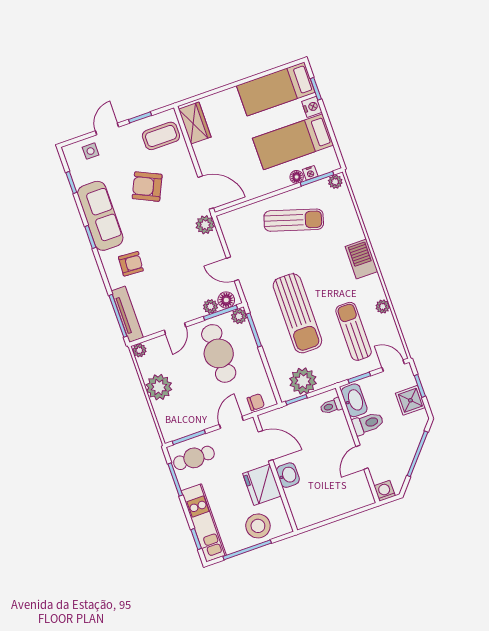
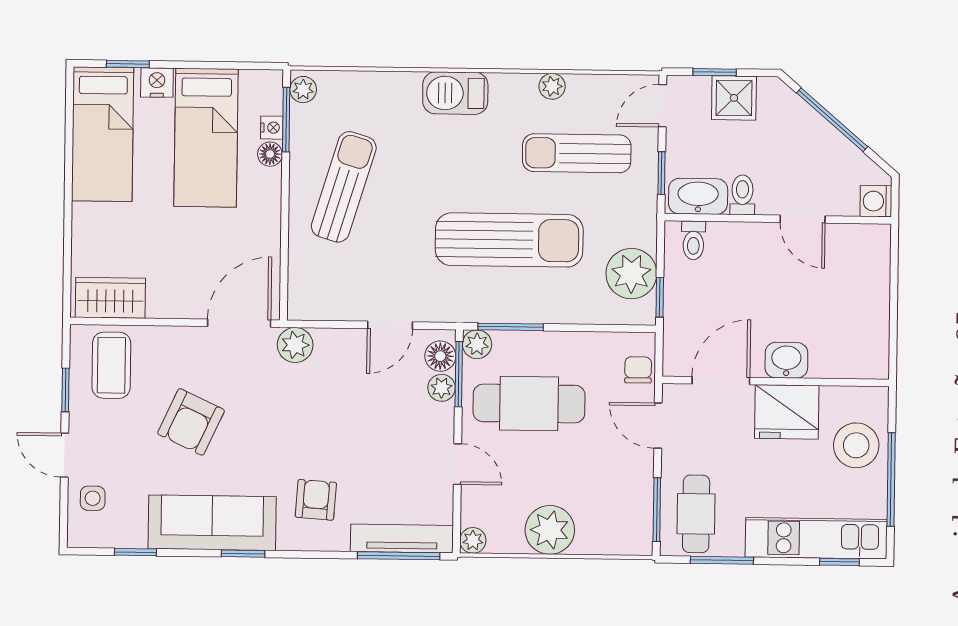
toilet: (368, 423) -> (742, 195), width x0.73, depth x0.72

